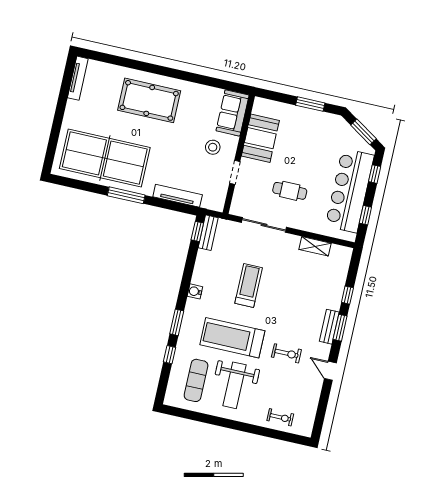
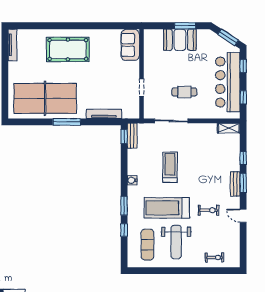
booth: (260, 138) -> (180, 40), moved, turned 90
stool: (213, 147) -> (122, 73), removed
shelving: (315, 246) -> (229, 128), moved

